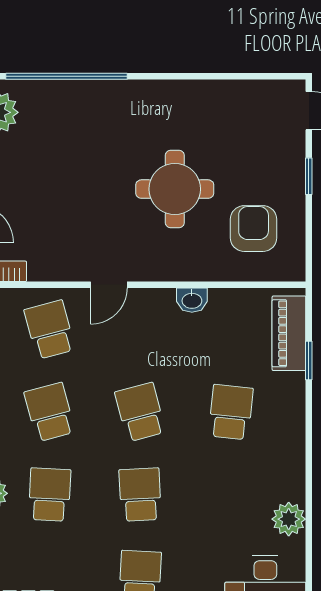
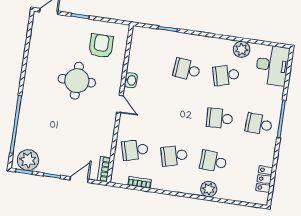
armchair: (254, 229) -> (101, 46), turned 90
door: (109, 285) -> (120, 104), moved
piano: (289, 333) -> (153, 36), removed
school desk: (140, 412) -> (226, 75), moved

